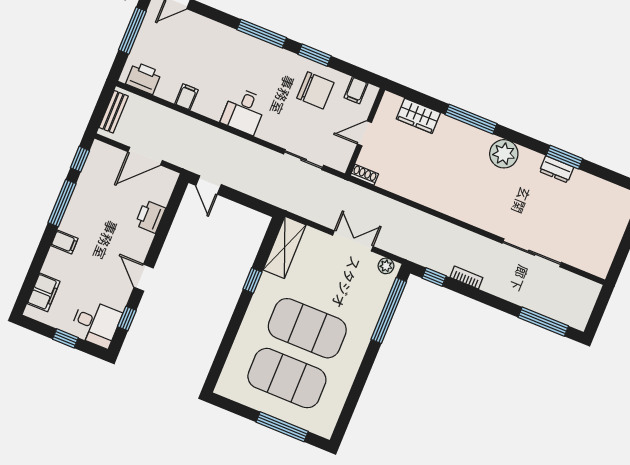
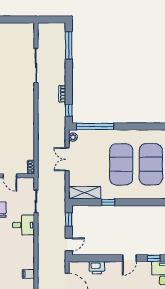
desk: (244, 111) -> (24, 225), moved
window: (250, 202) -> (69, 220), added

